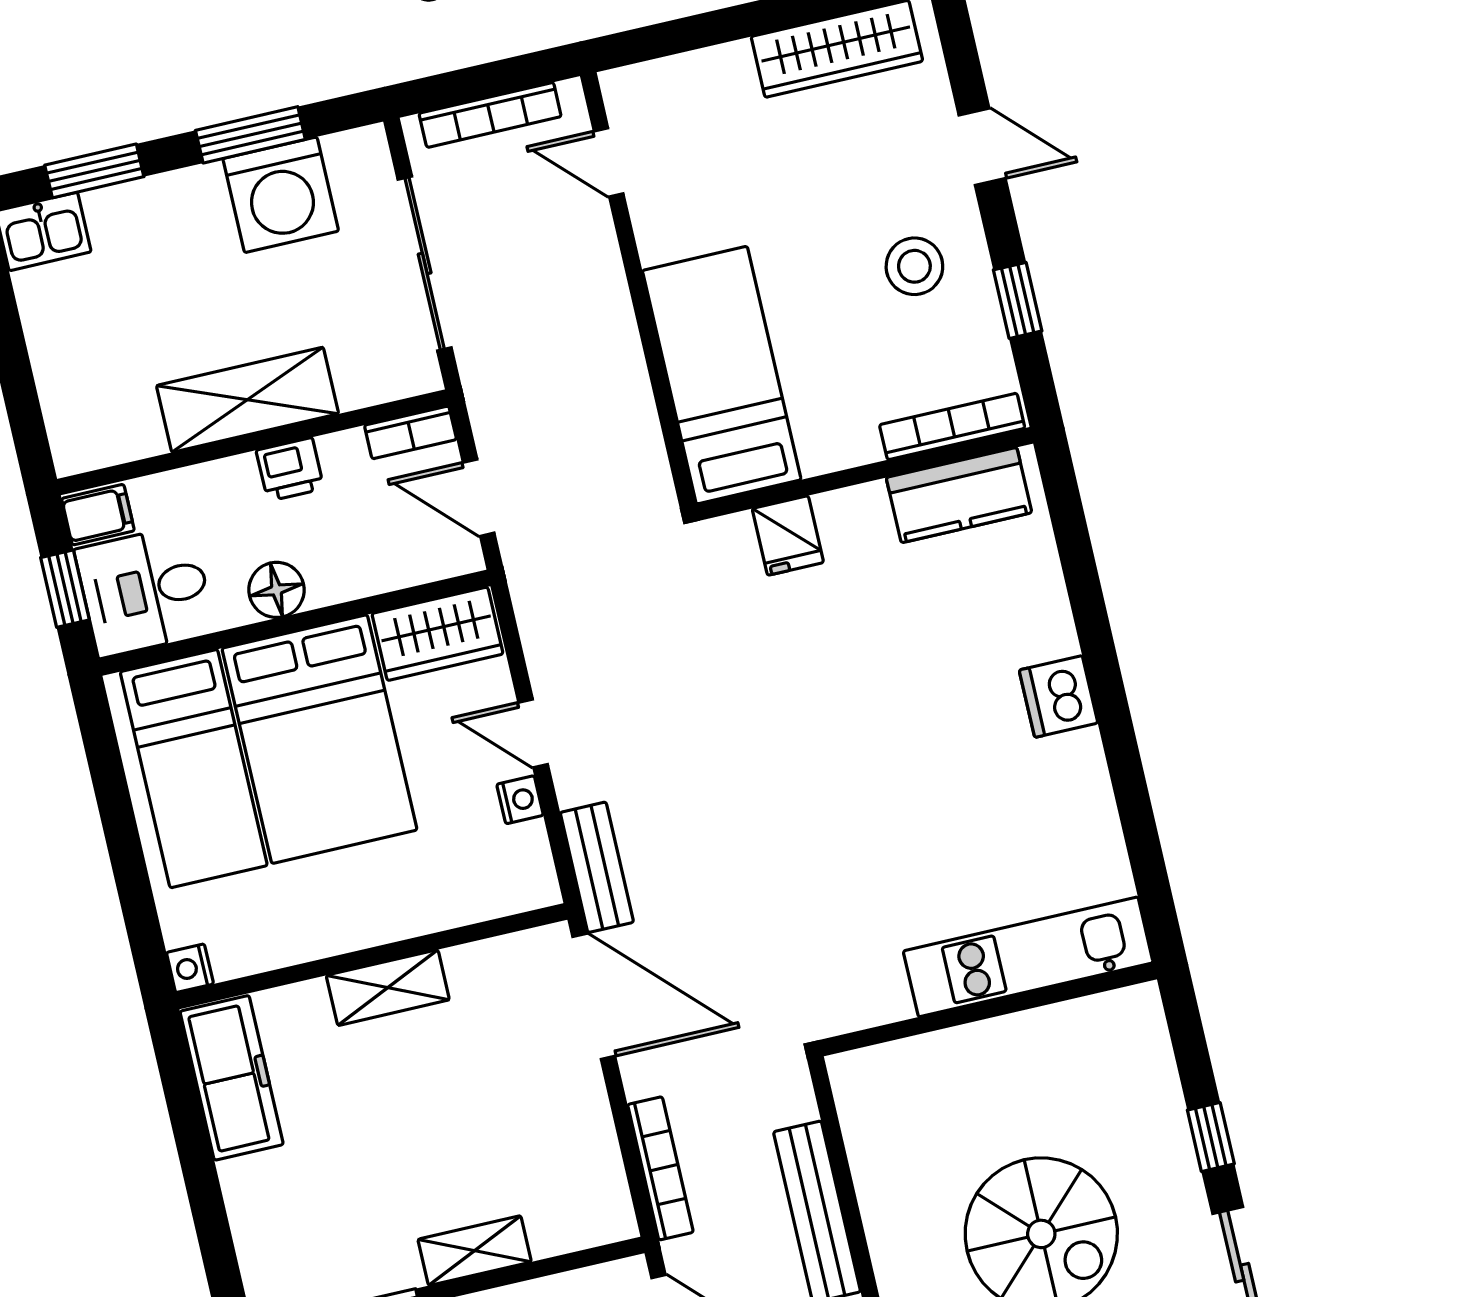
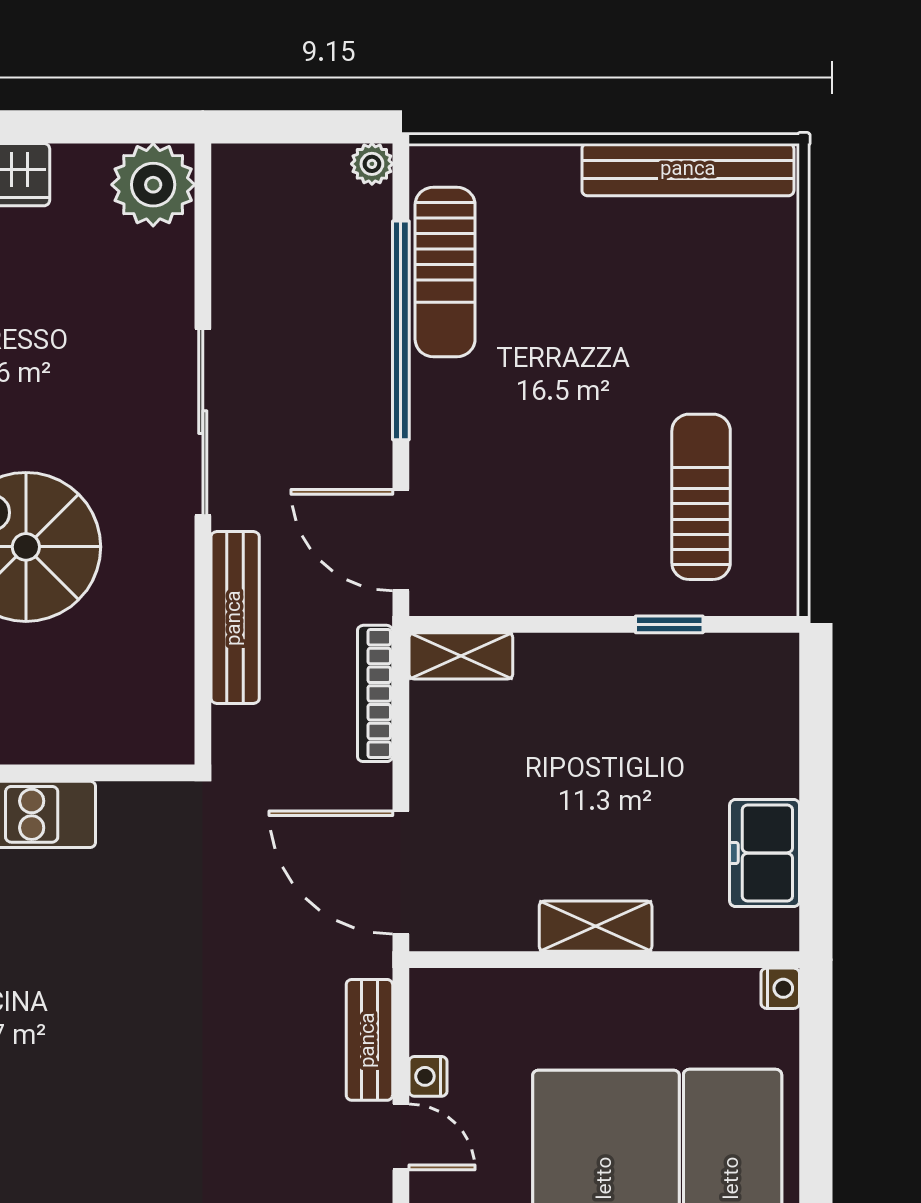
bench: (597, 867) -> (369, 1040), moved
freezer: (232, 1078) -> (765, 853), width x0.71
shelving: (475, 1251) -> (461, 656), moved

